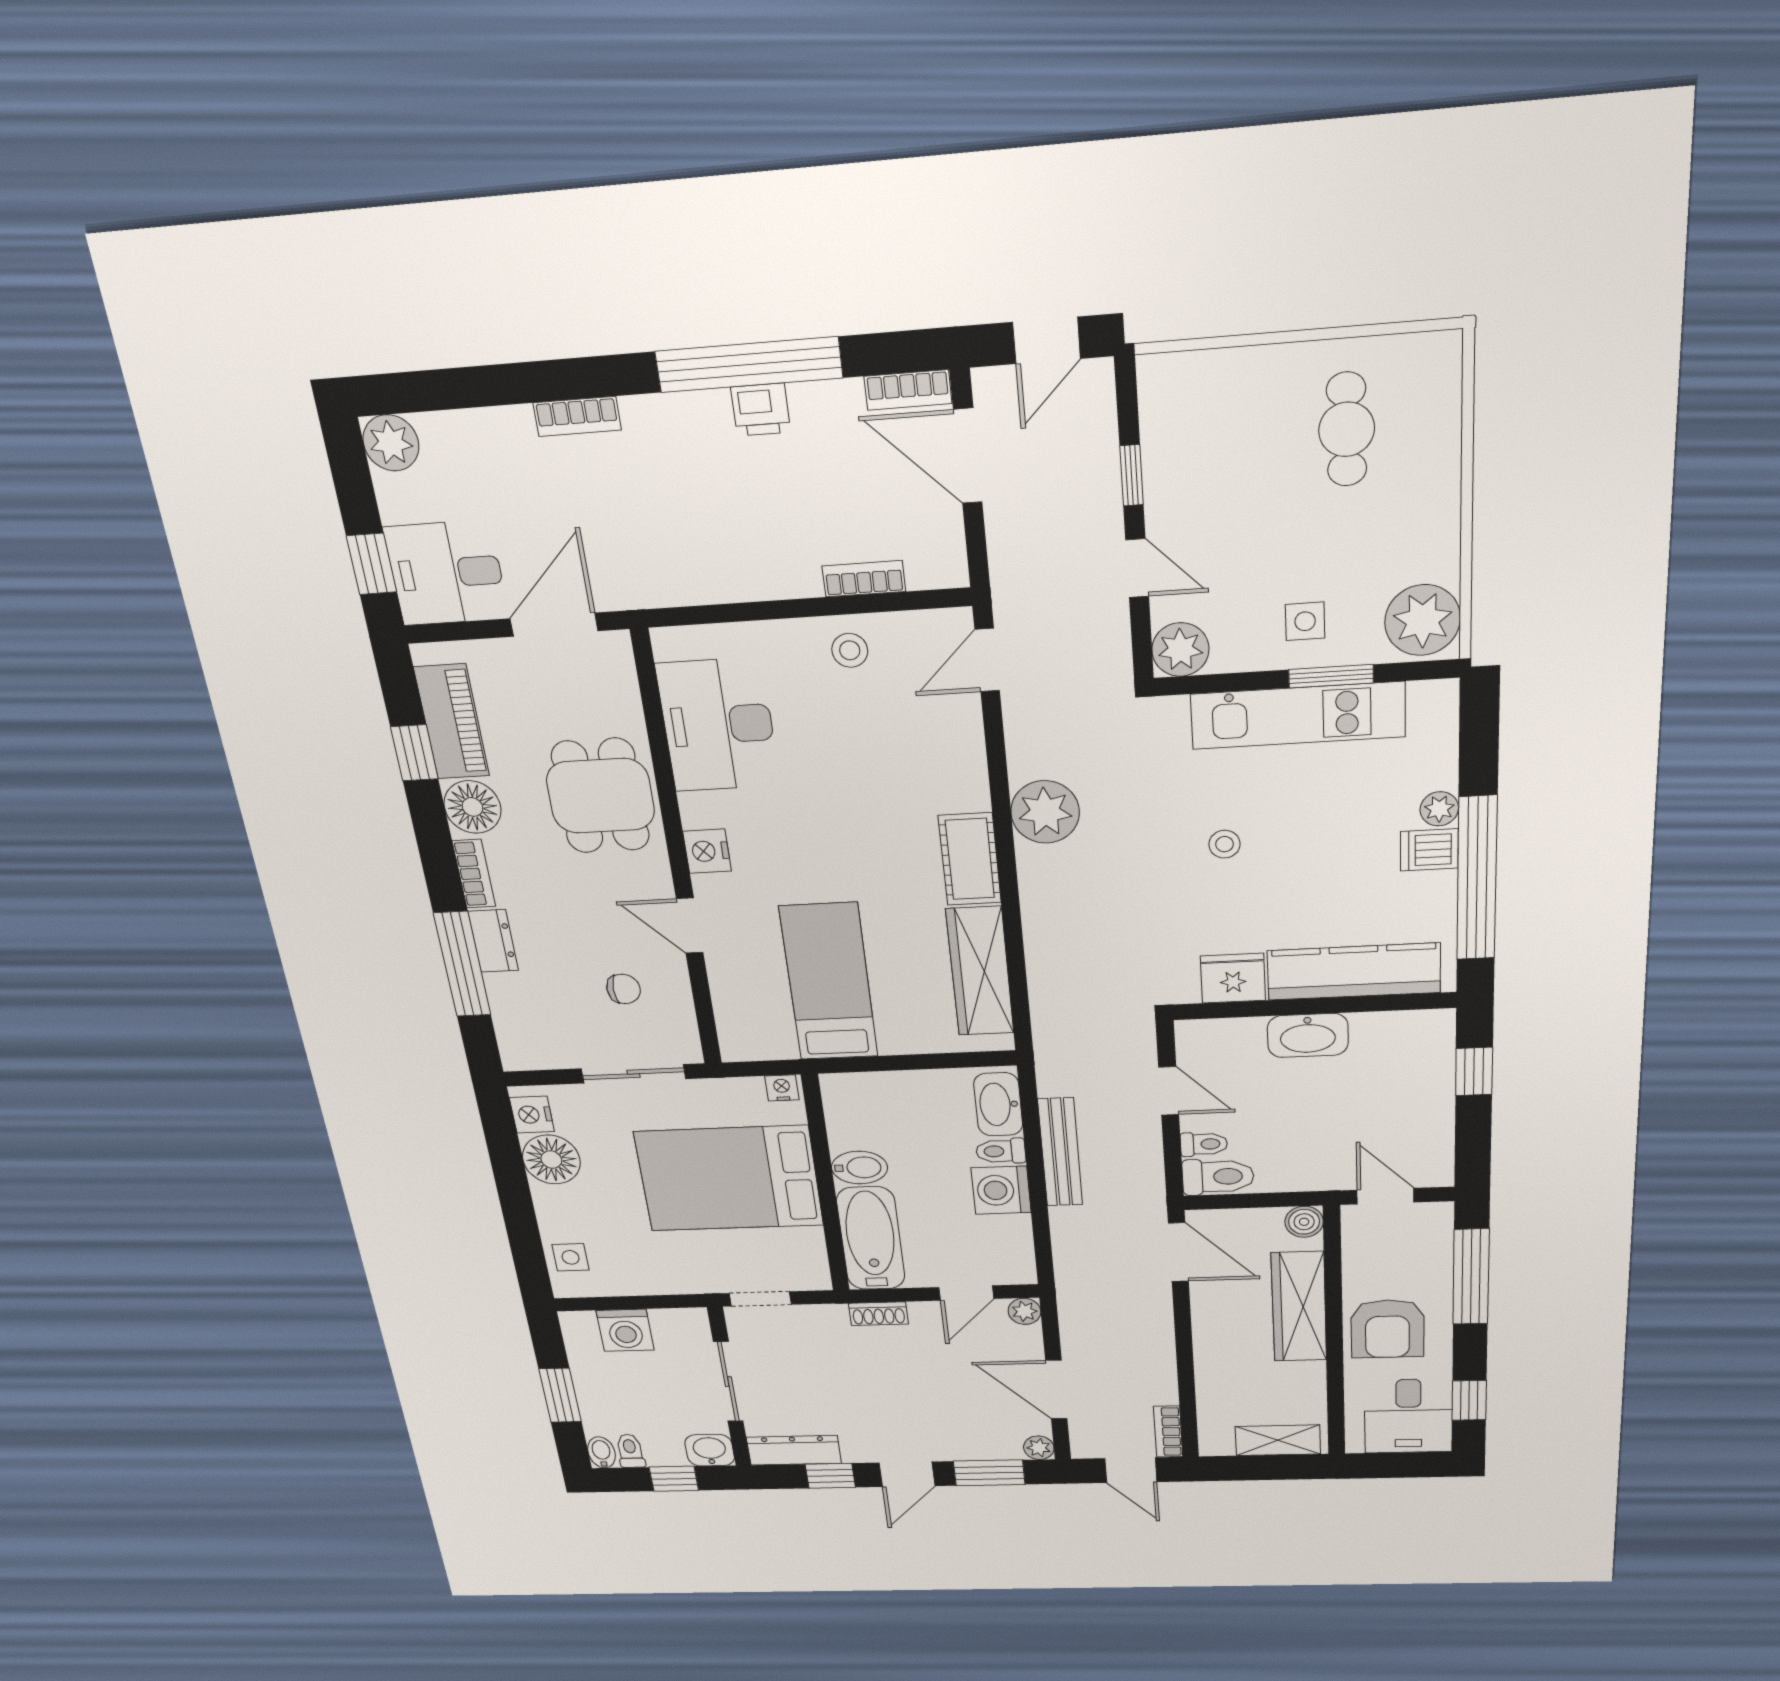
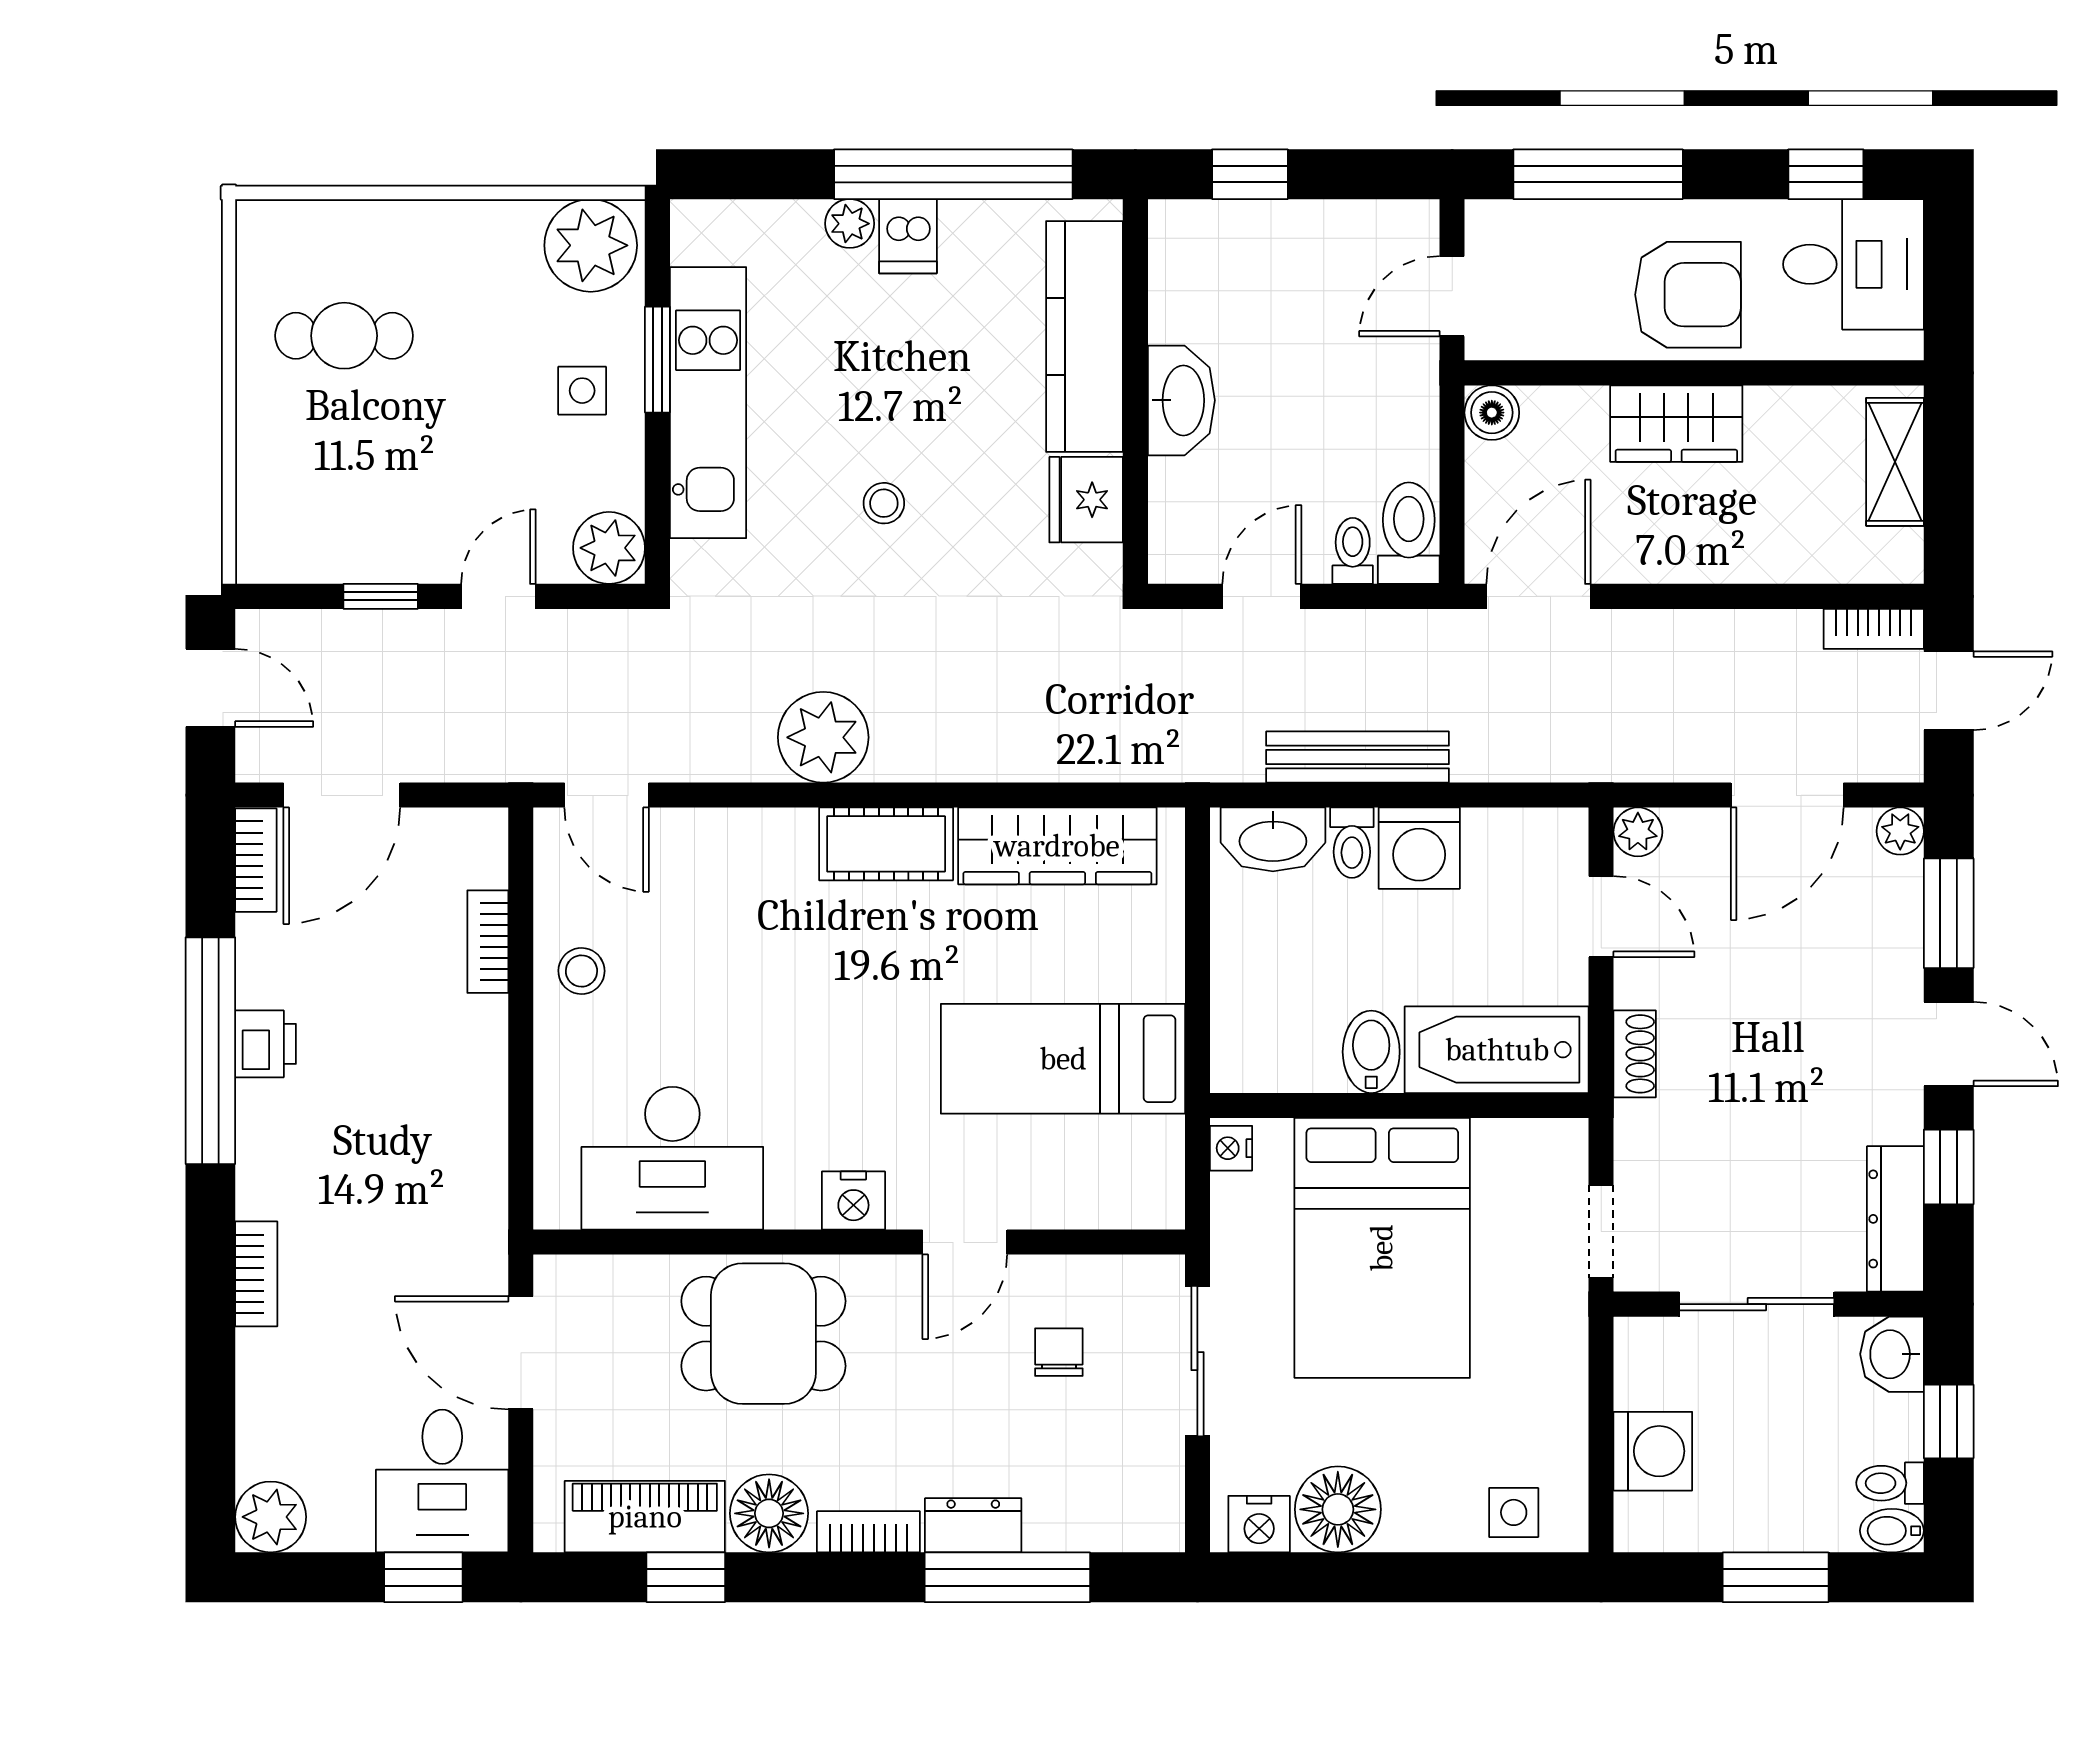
wardrobe: (1299, 1307) -> (1676, 424), width x0.67

